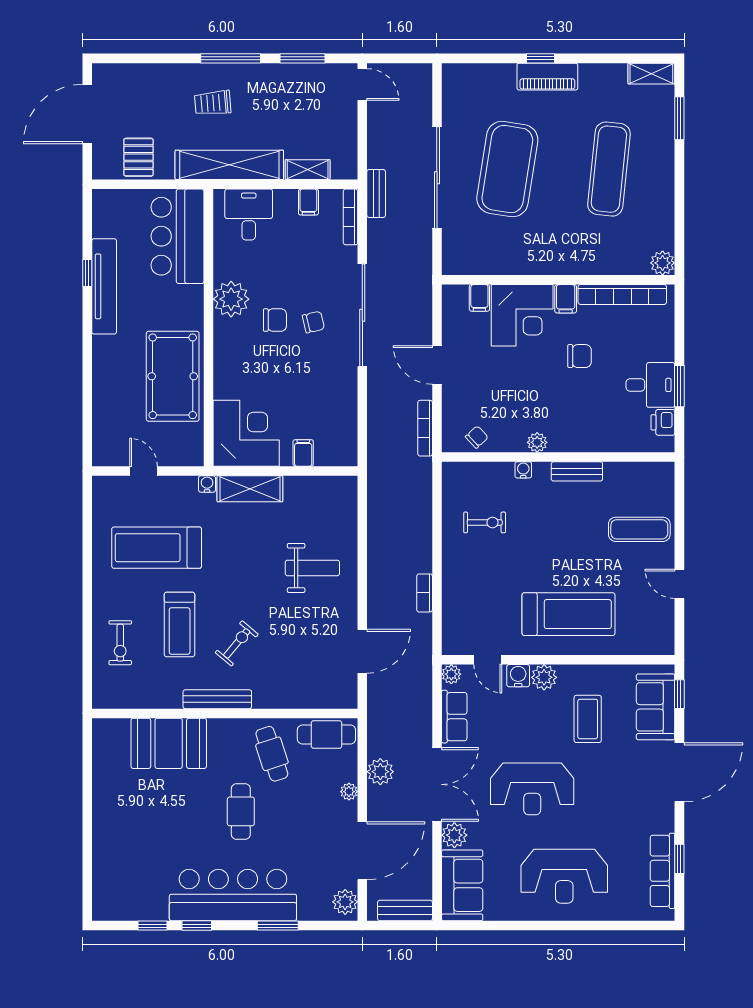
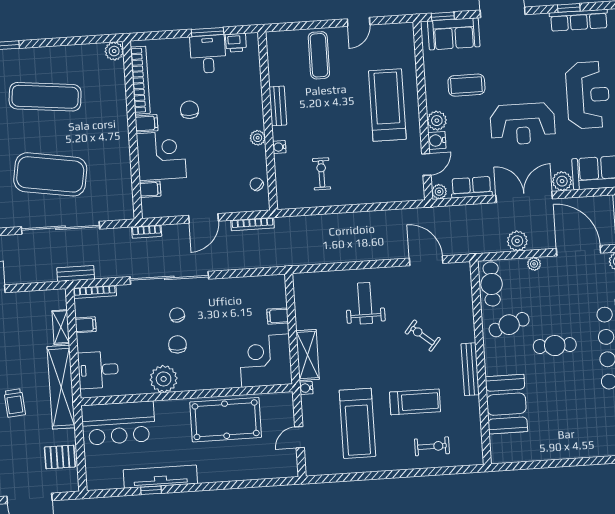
bookcase: (425, 593) -> (147, 232), moved
exercise bike: (237, 643) -> (423, 336), moved
reception desk: (532, 789) -> (523, 124), turned 90

